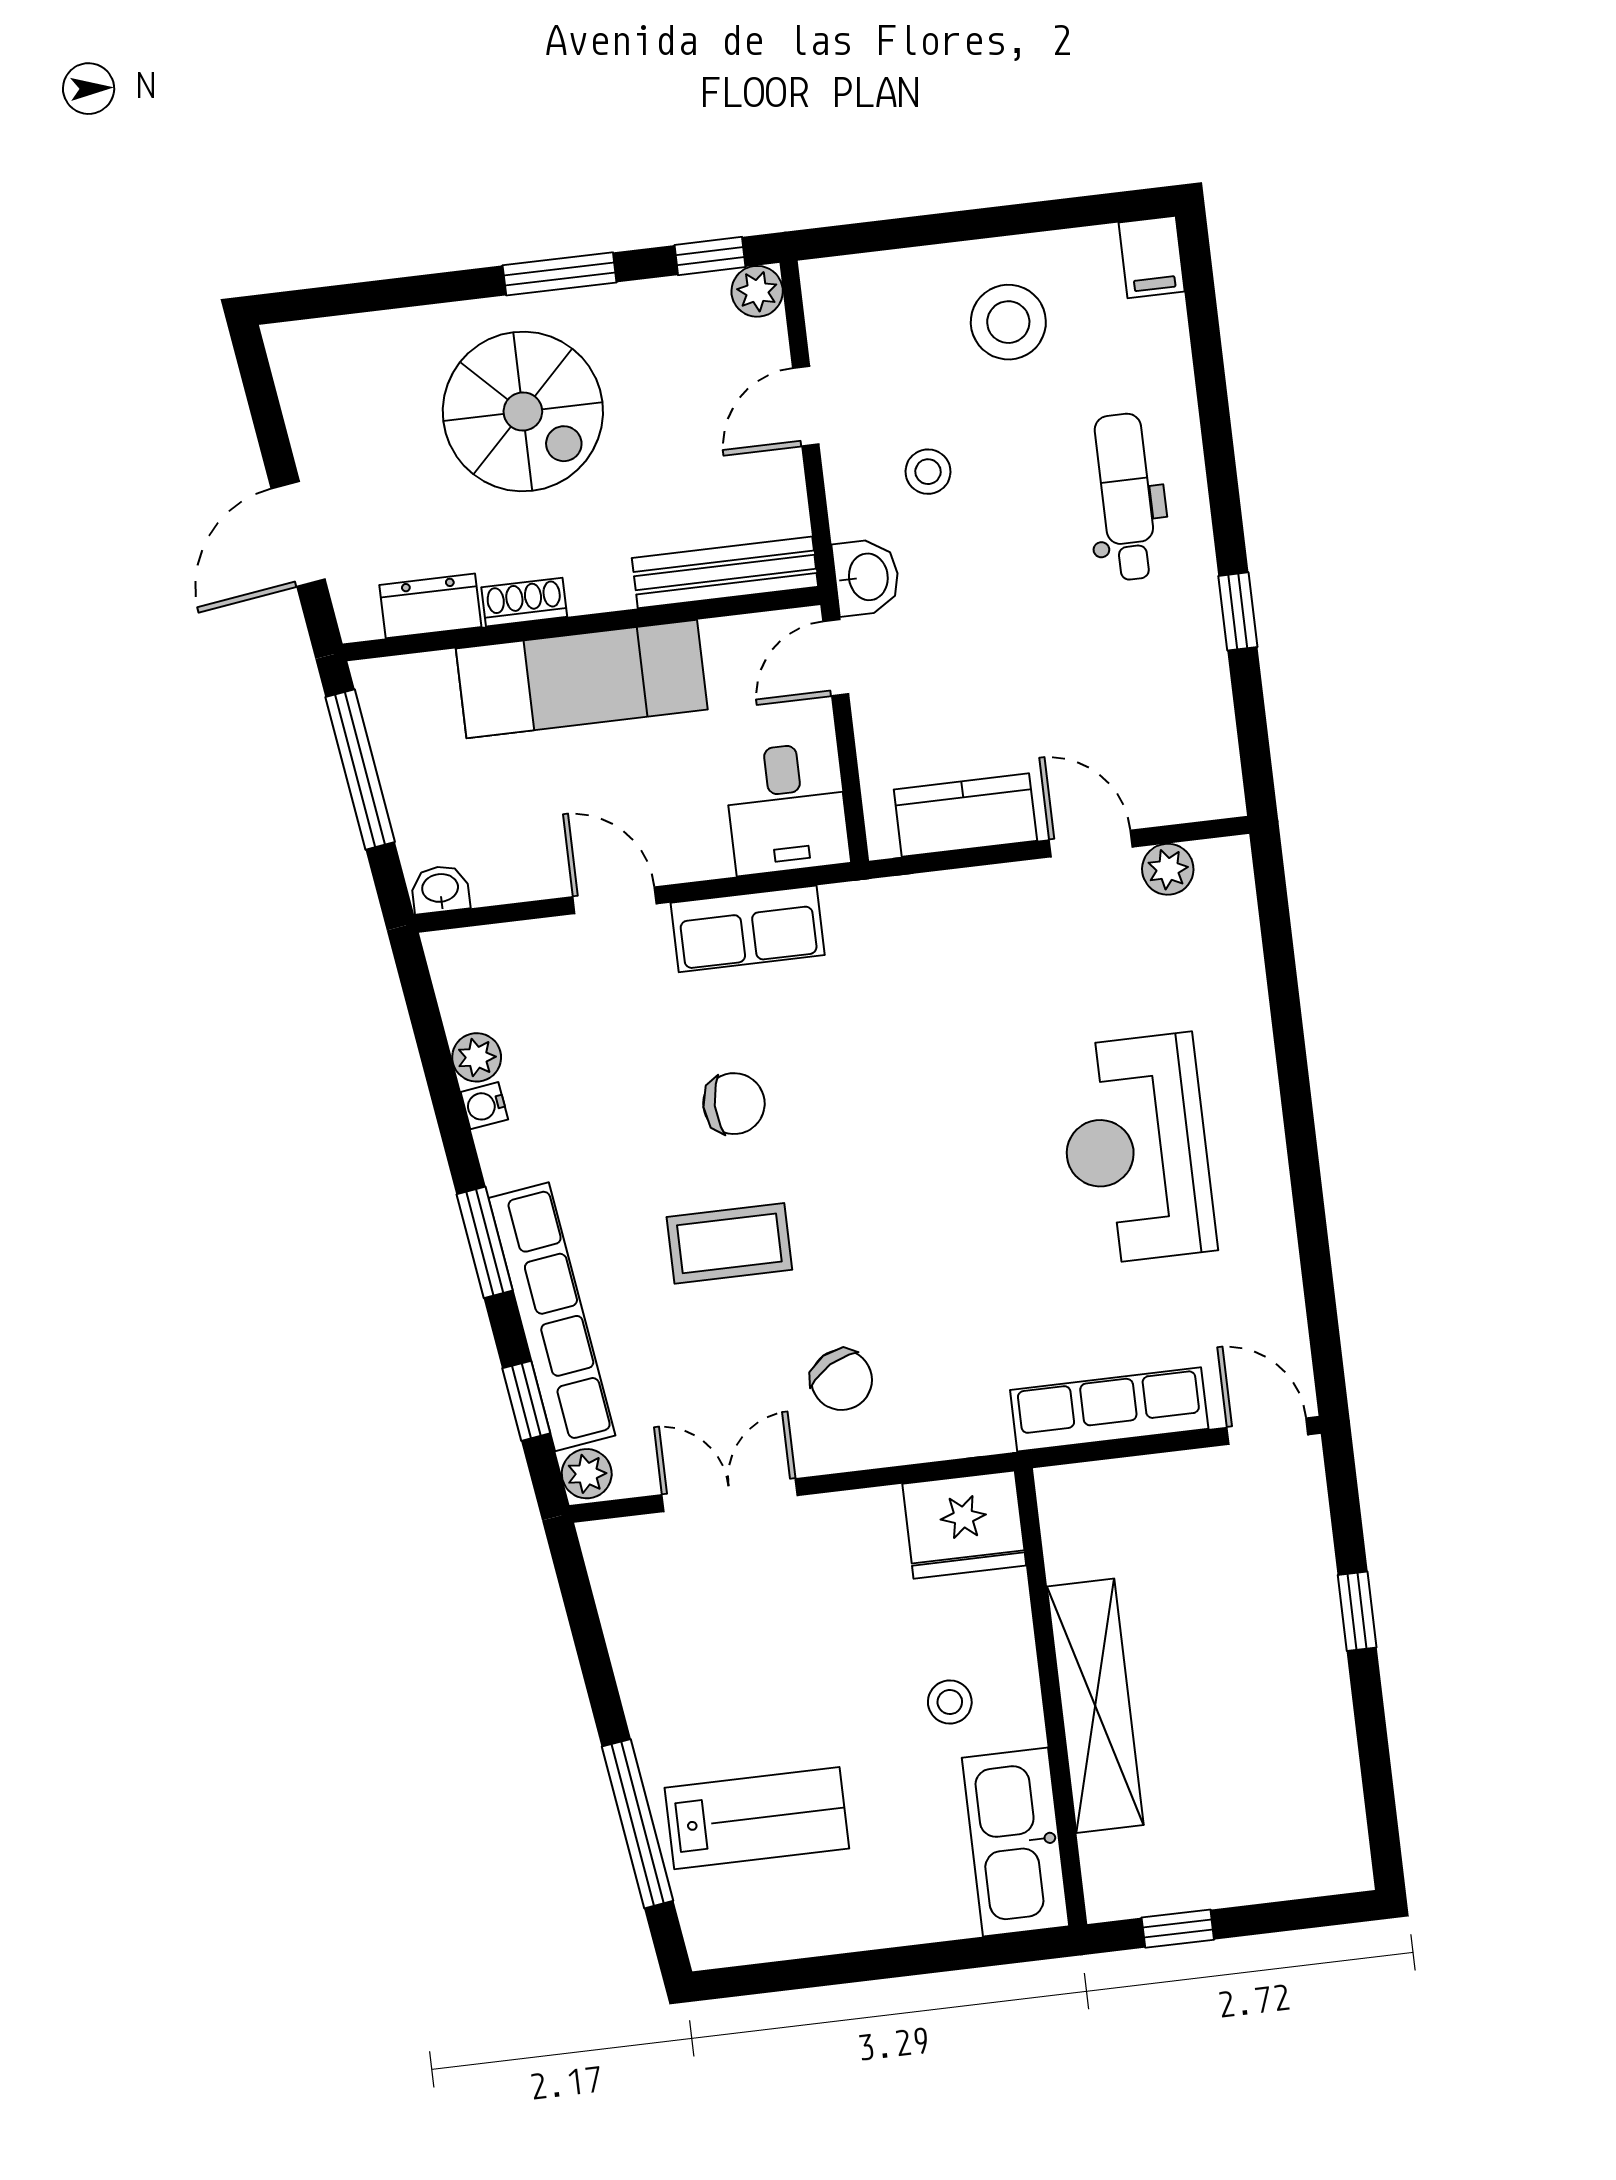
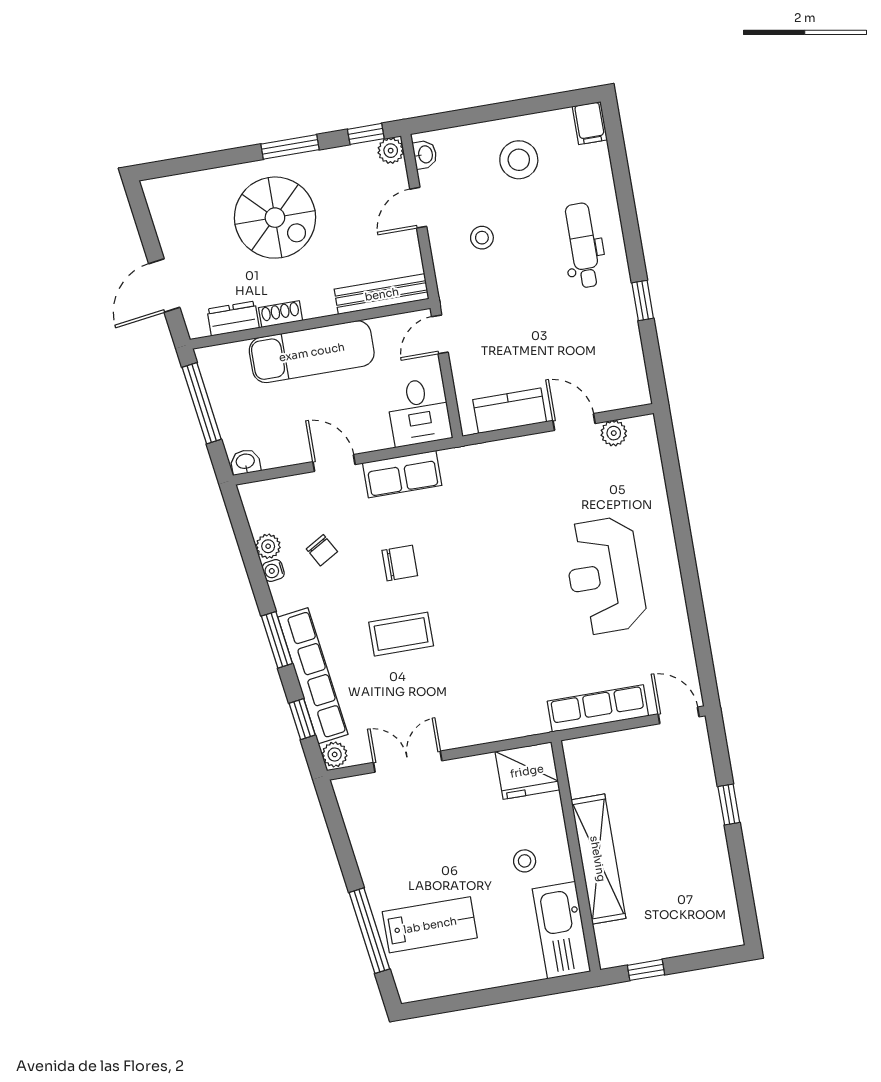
washbasin: (866, 577) -> (425, 154), moved, width x0.72, depth x0.69
chair: (842, 1380) -> (322, 550), moved, width x0.73, depth x0.73

